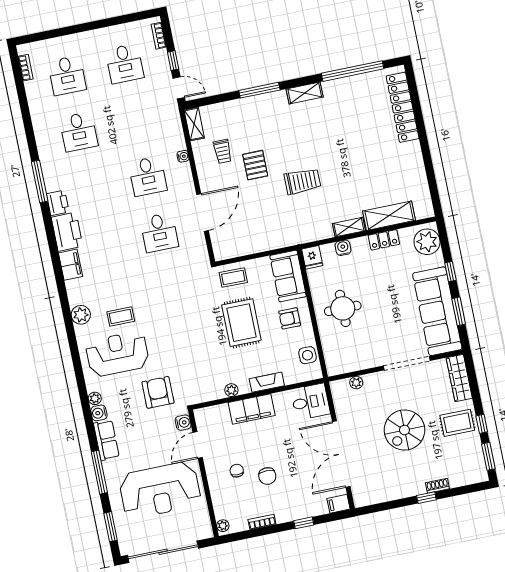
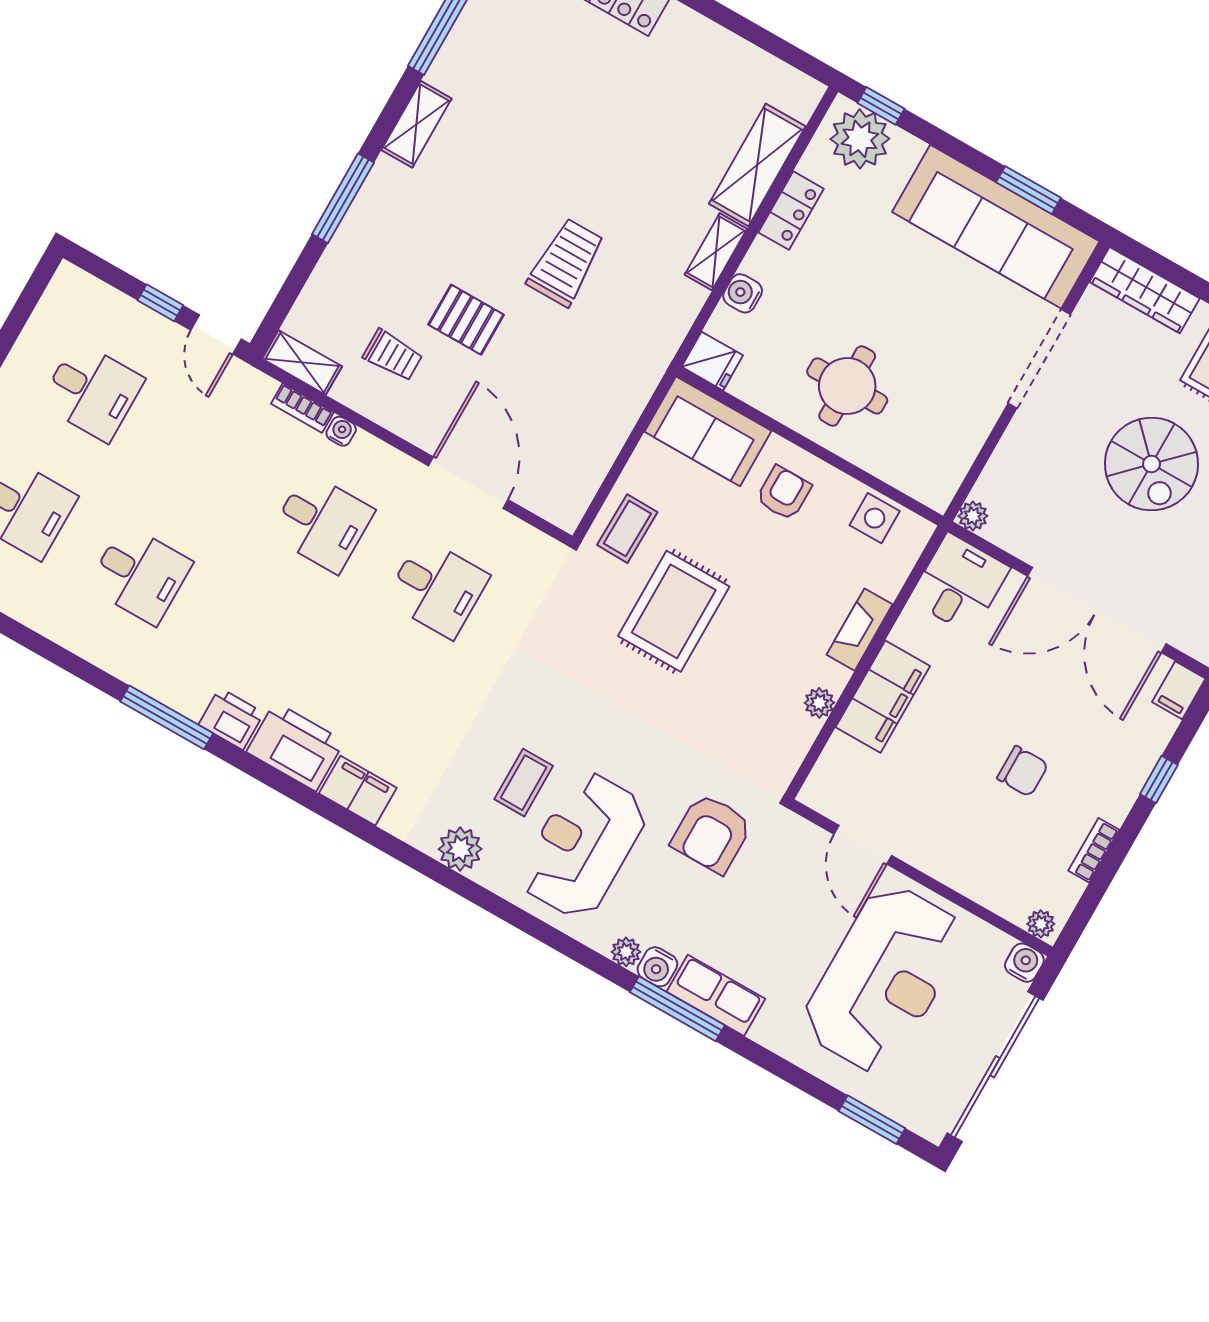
bookcase: (159, 36) -> (302, 408), moved
door: (179, 88) -> (216, 335), swing flipped
window: (450, 272) -> (881, 106), moved
armchair: (290, 318) -> (784, 493), turned 180
rug: (241, 323) -> (674, 611), moved, turned 90
plant: (356, 383) -> (973, 516), moved
armchair: (158, 392) -> (712, 833), turned -90
water cooler: (183, 423) -> (1024, 963), moved
chair: (237, 471) -> (967, 816), removed
window: (99, 472) -> (677, 1009), moved

